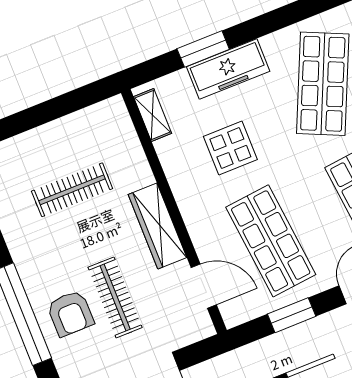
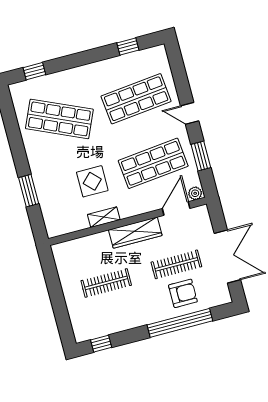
freezer: (228, 69) -> (43, 177), removed
shelving: (153, 115) -> (104, 217), moved
clothes rail: (72, 190) -> (106, 283), turned 90
plant: (231, 313) -> (195, 193), added

